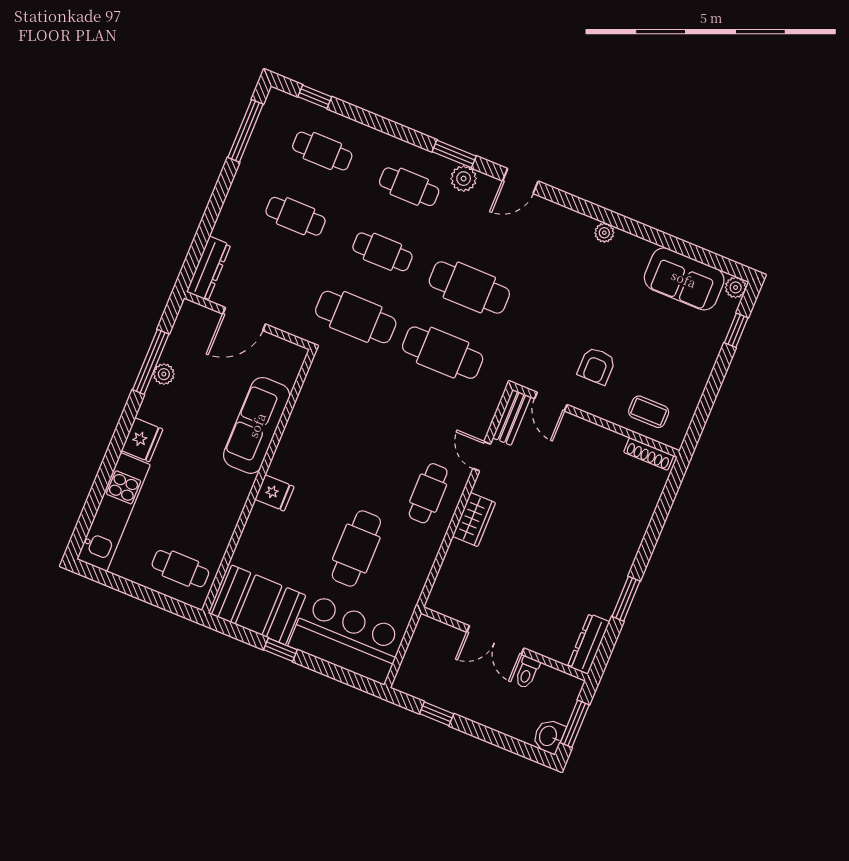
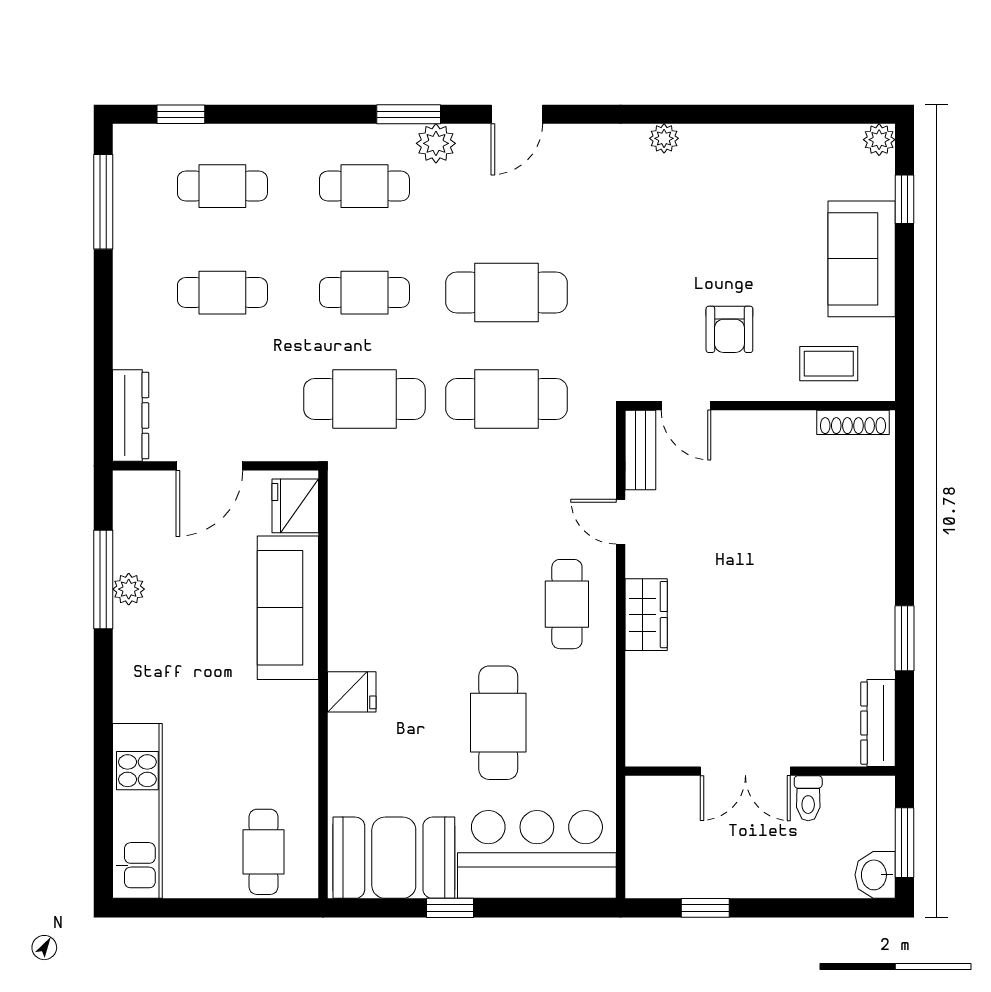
sofa: (684, 279) -> (862, 259), moved, turned 90
fridge: (142, 440) -> (295, 506), moved, turned 180
cafe table: (180, 569) -> (264, 852), turned 90

